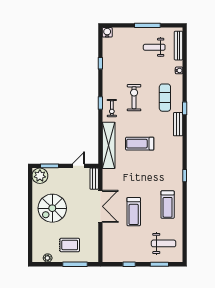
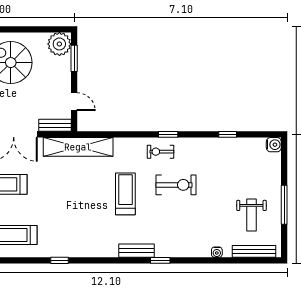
weight bench: (154, 47) -> (251, 215), turned 180
exercise mat: (165, 98) -> (176, 231), removed
treadmill: (140, 144) -> (125, 194), moved
shelving: (109, 145) -> (78, 147), moved

